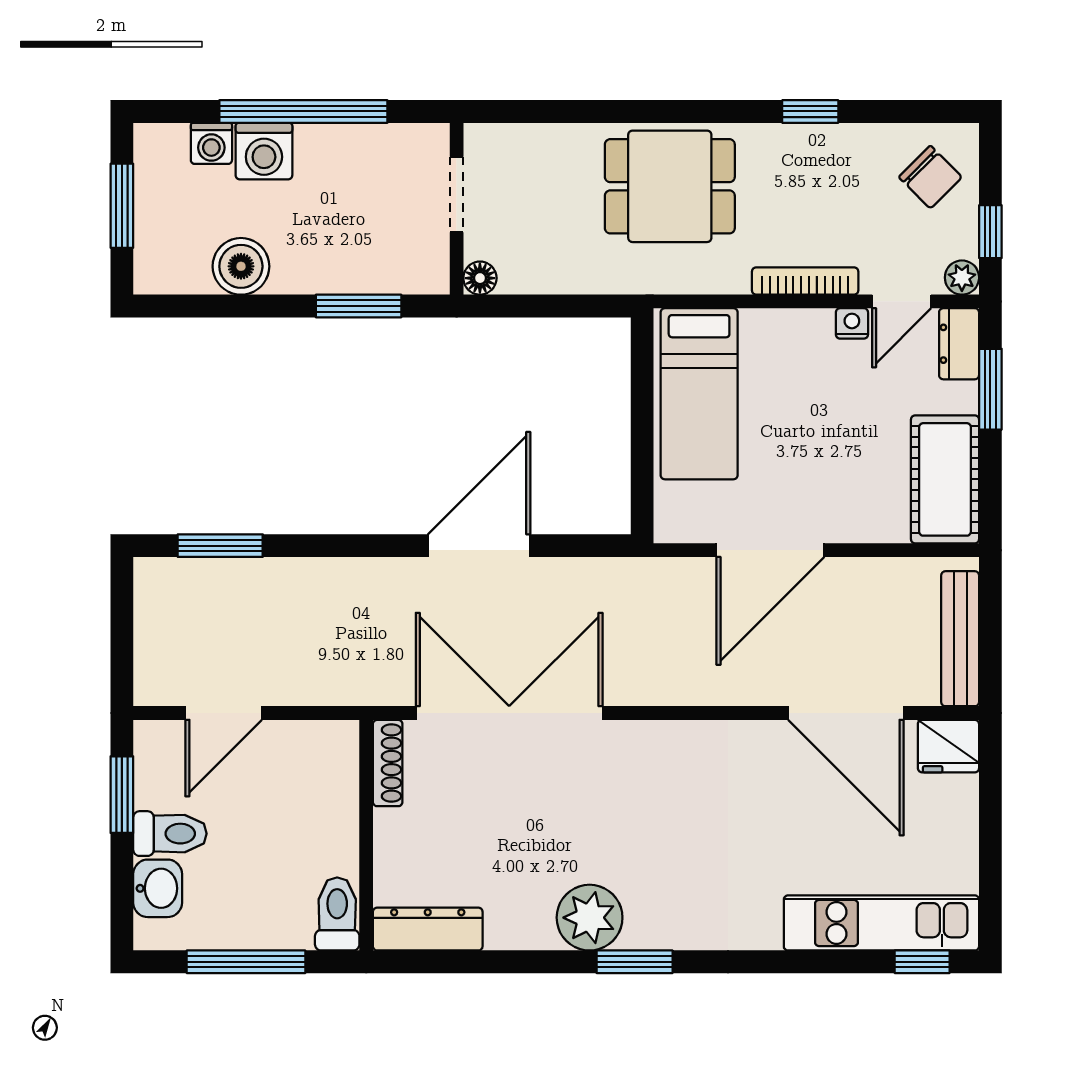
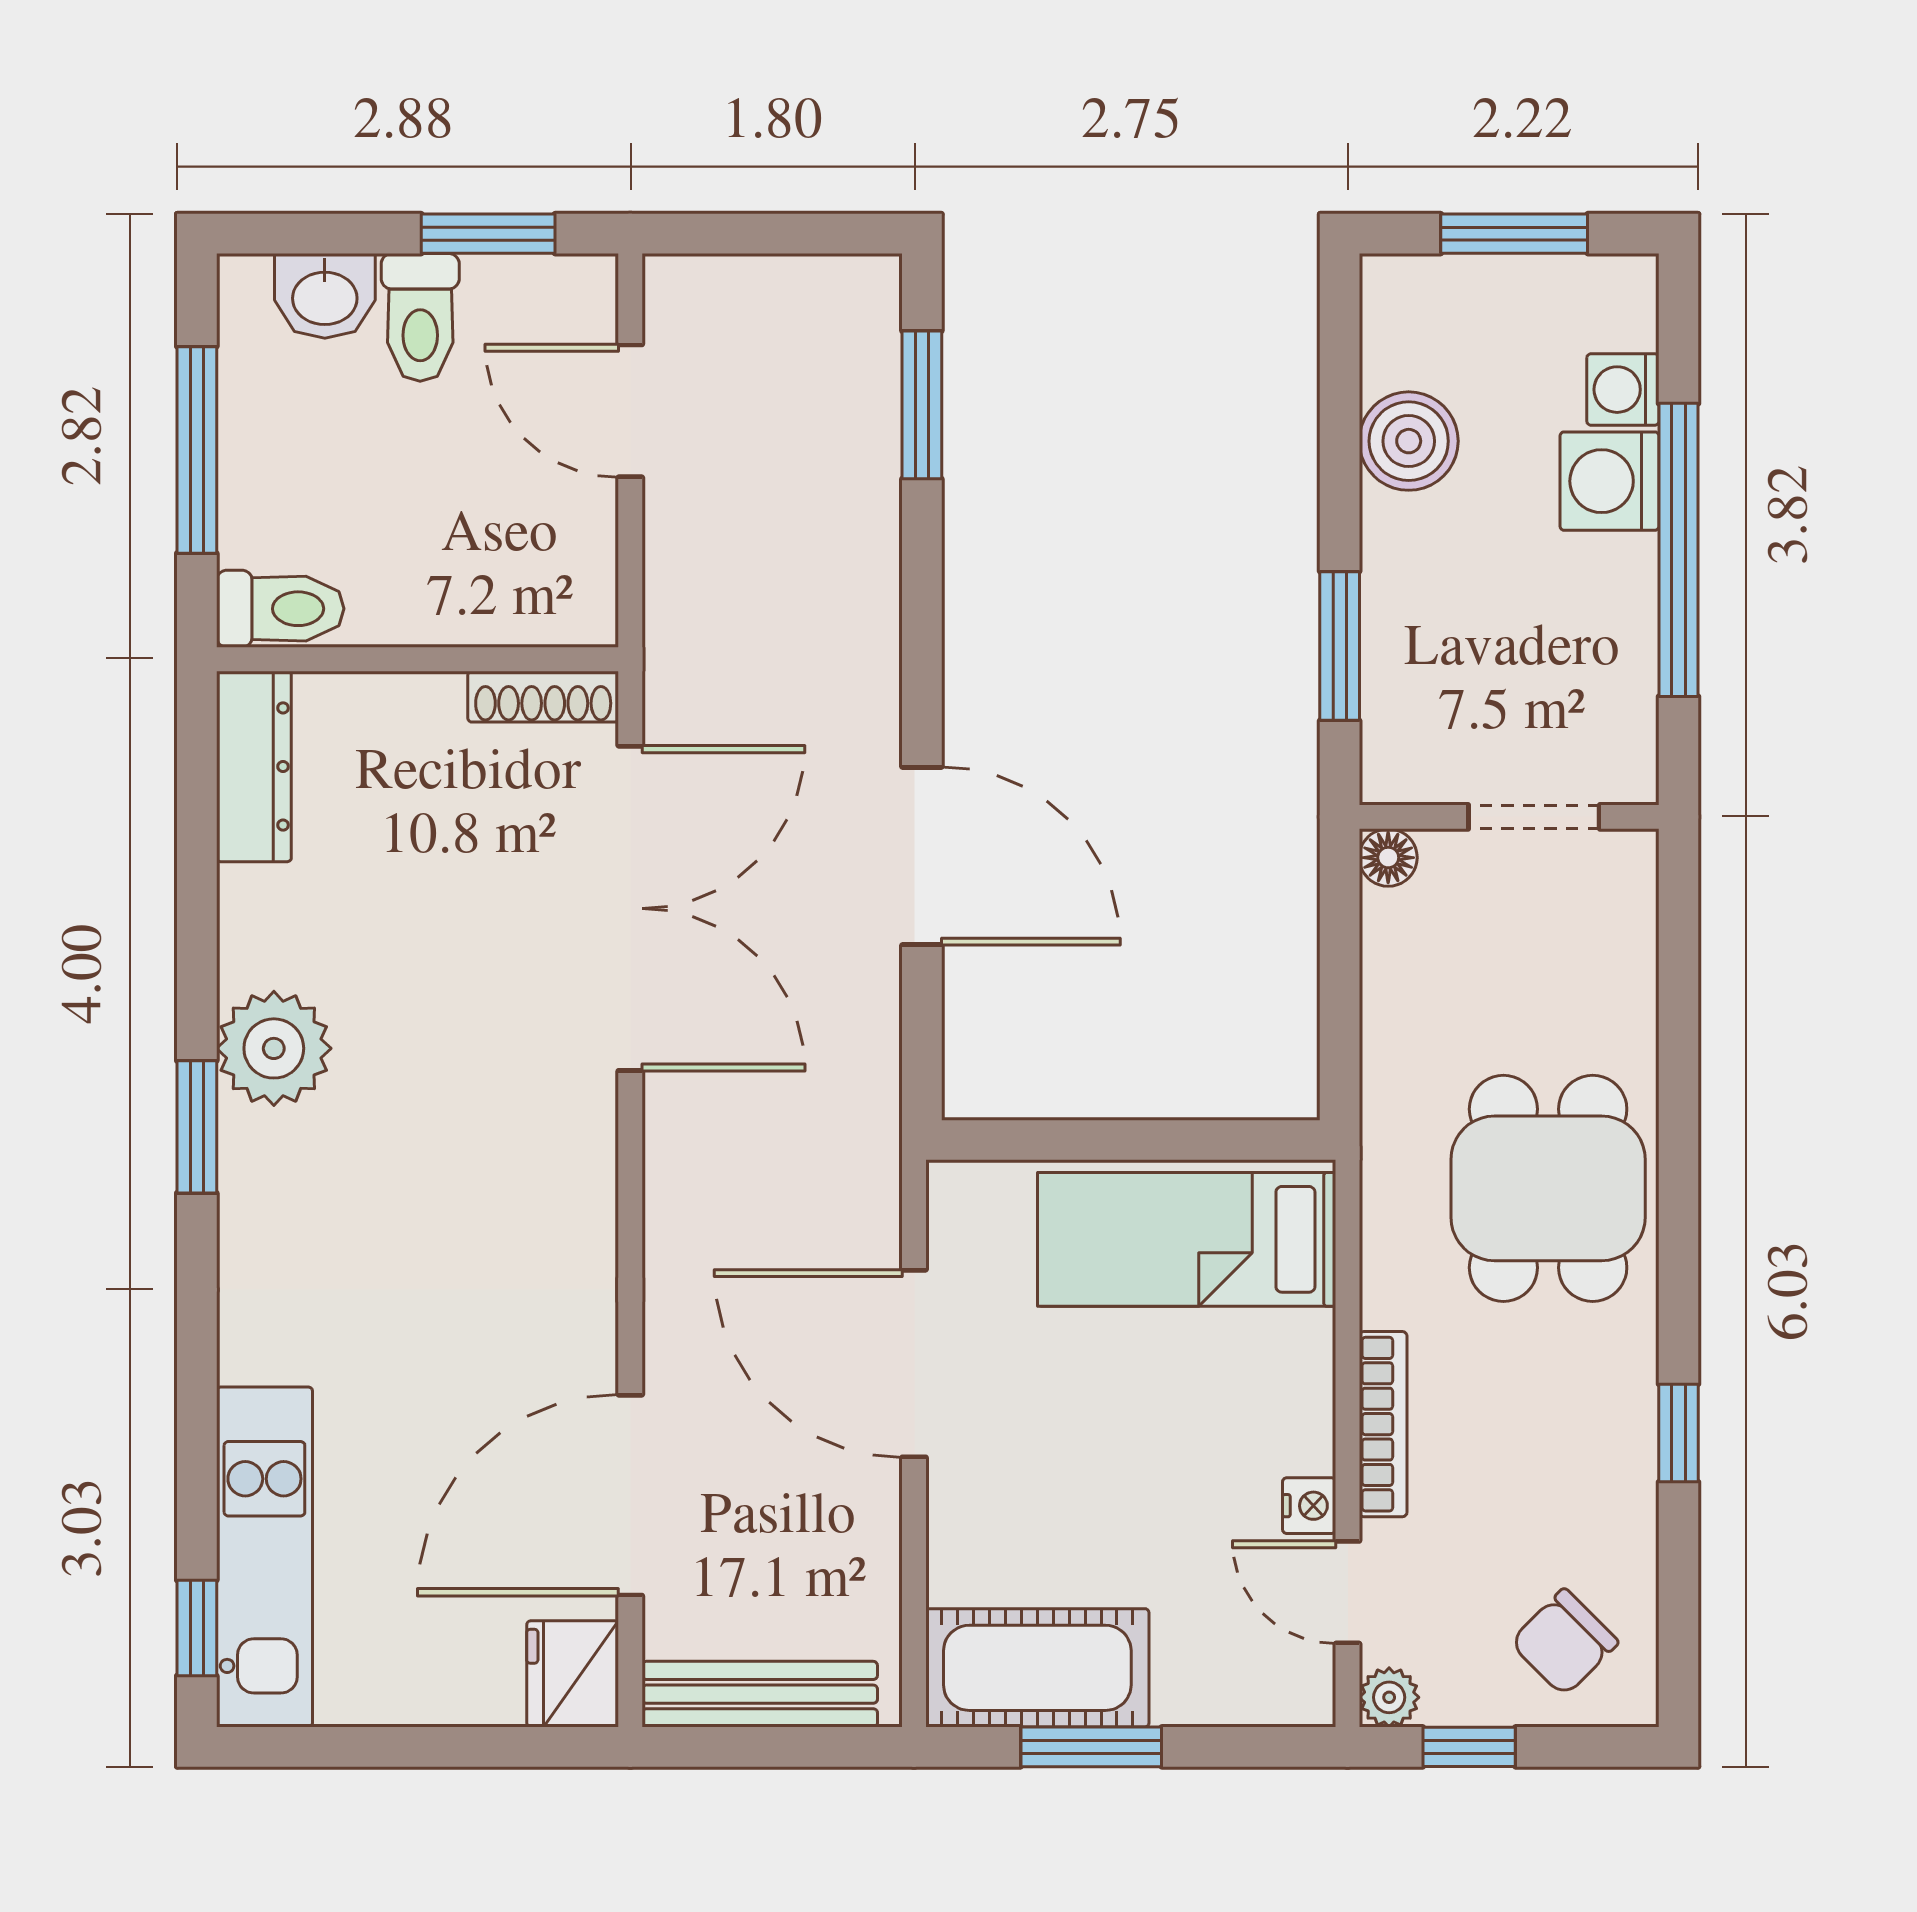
dresser: (959, 344) -> (1274, 1692), removed
window: (990, 389) -> (1091, 1747), moved

